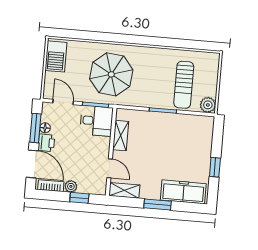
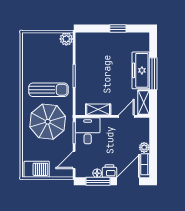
sun lounger: (184, 85) -> (49, 90), moved
freezer: (183, 192) -> (141, 70), moved
window: (79, 198) -> (153, 140), removed
window: (157, 205) -> (153, 74), width x1.44

